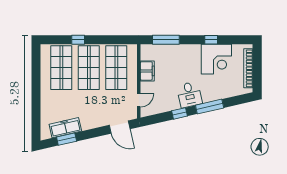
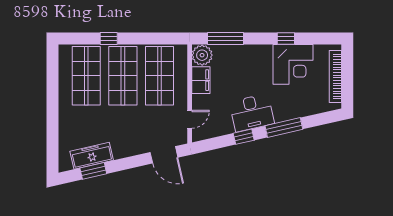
plant: (148, 52) -> (202, 55), added
desk: (189, 95) -> (252, 113), width x1.37

